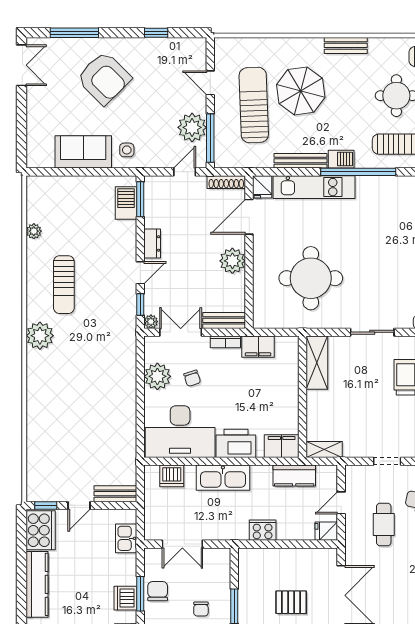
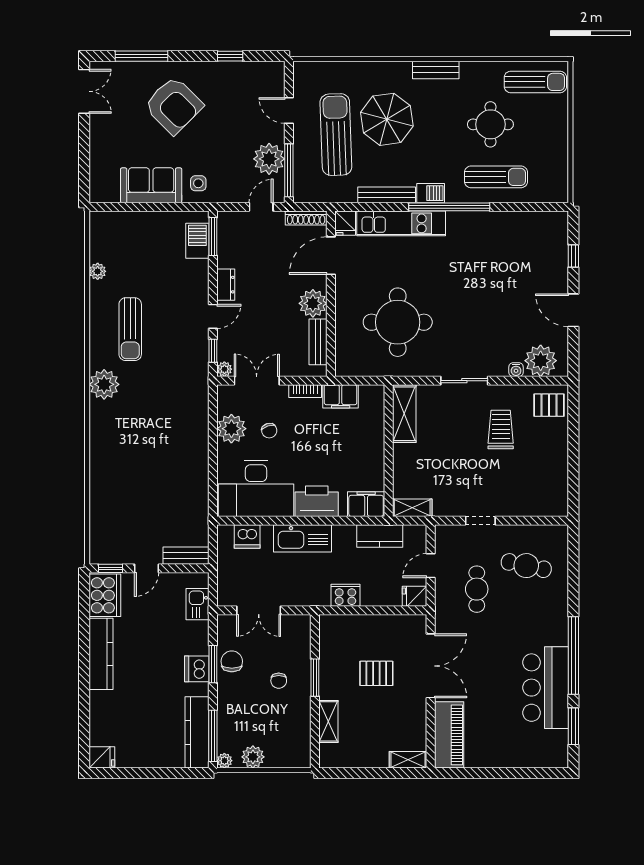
bench: (224, 320) -> (318, 342), moved, turned 90

